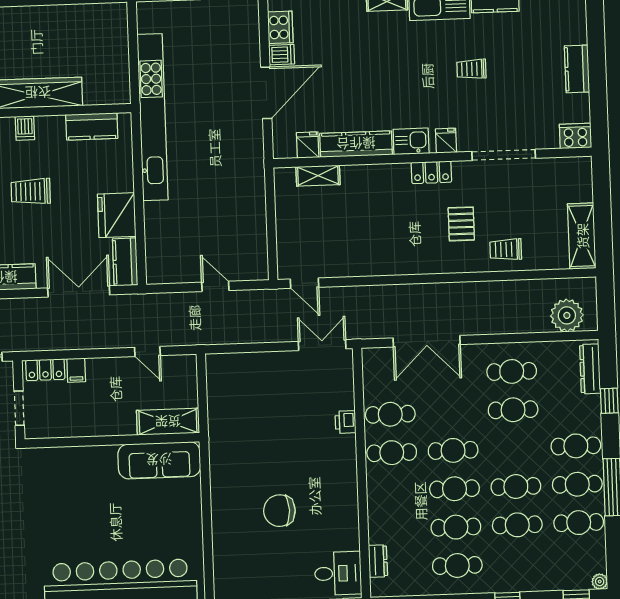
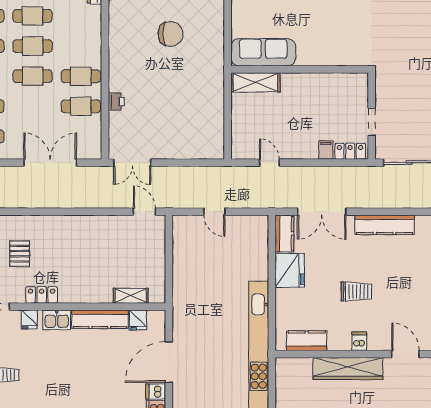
shelving: (168, 422) -> (255, 82), moved
wall: (112, 440) -> (300, 69), moved
sofa: (159, 460) -> (263, 52), moved

